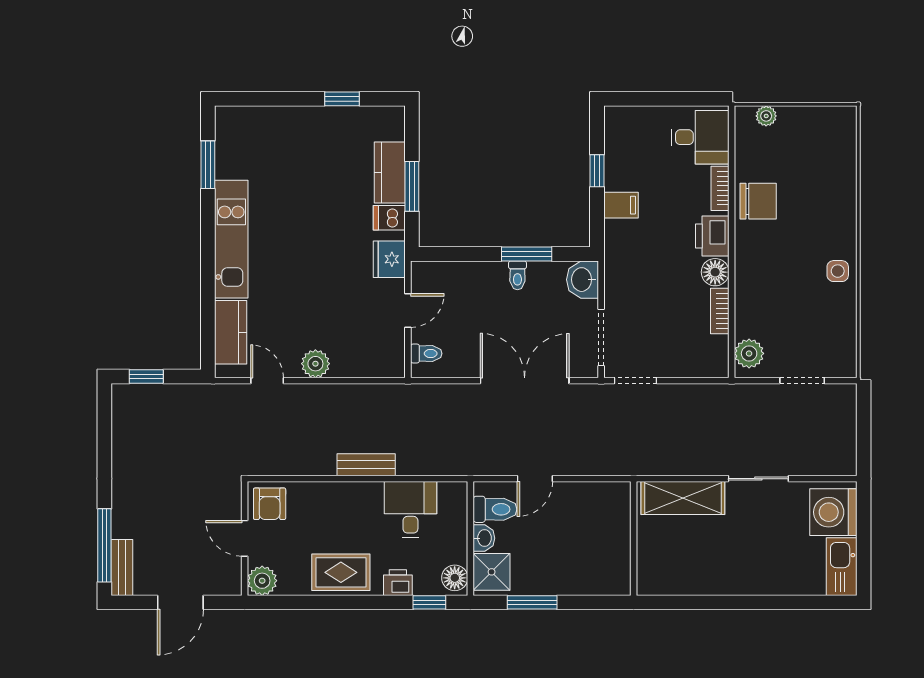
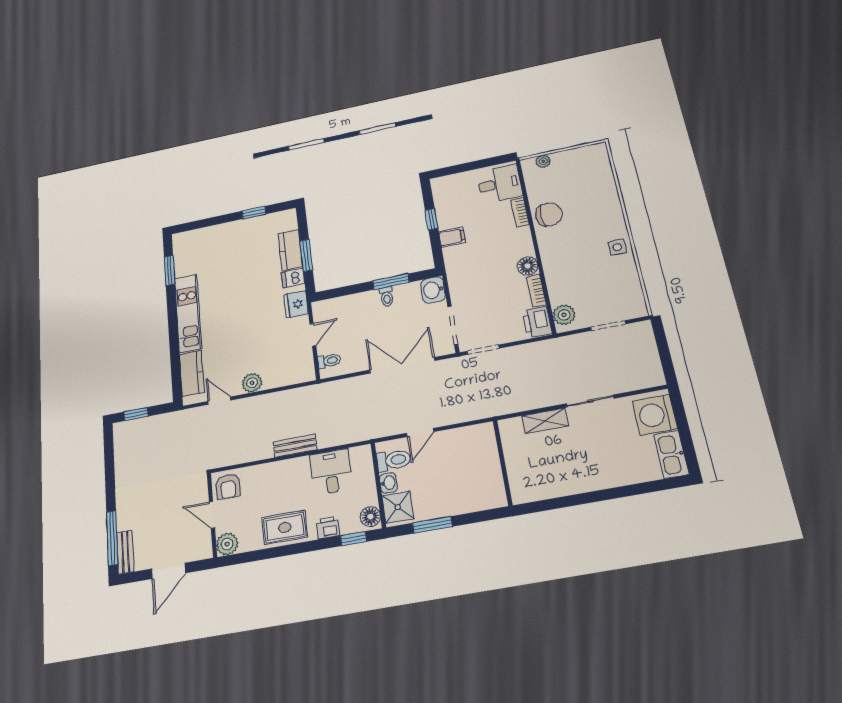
printer: (712, 236) -> (537, 322), moved
shelving: (683, 498) -> (545, 421), width x0.67, depth x0.75

